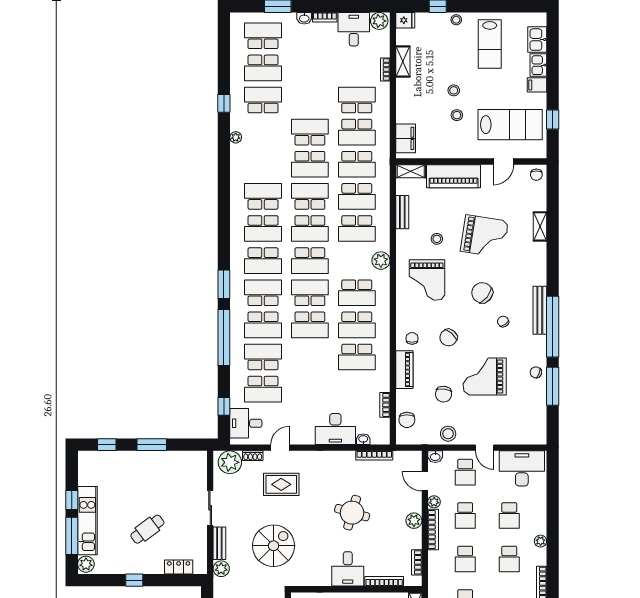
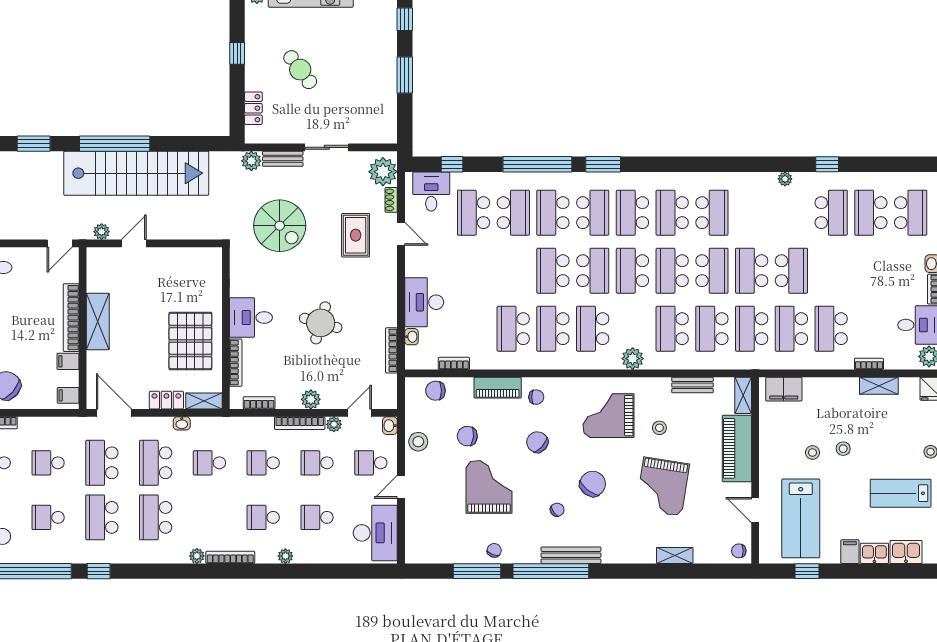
school desk: (357, 100) -> (831, 329), turned 180

